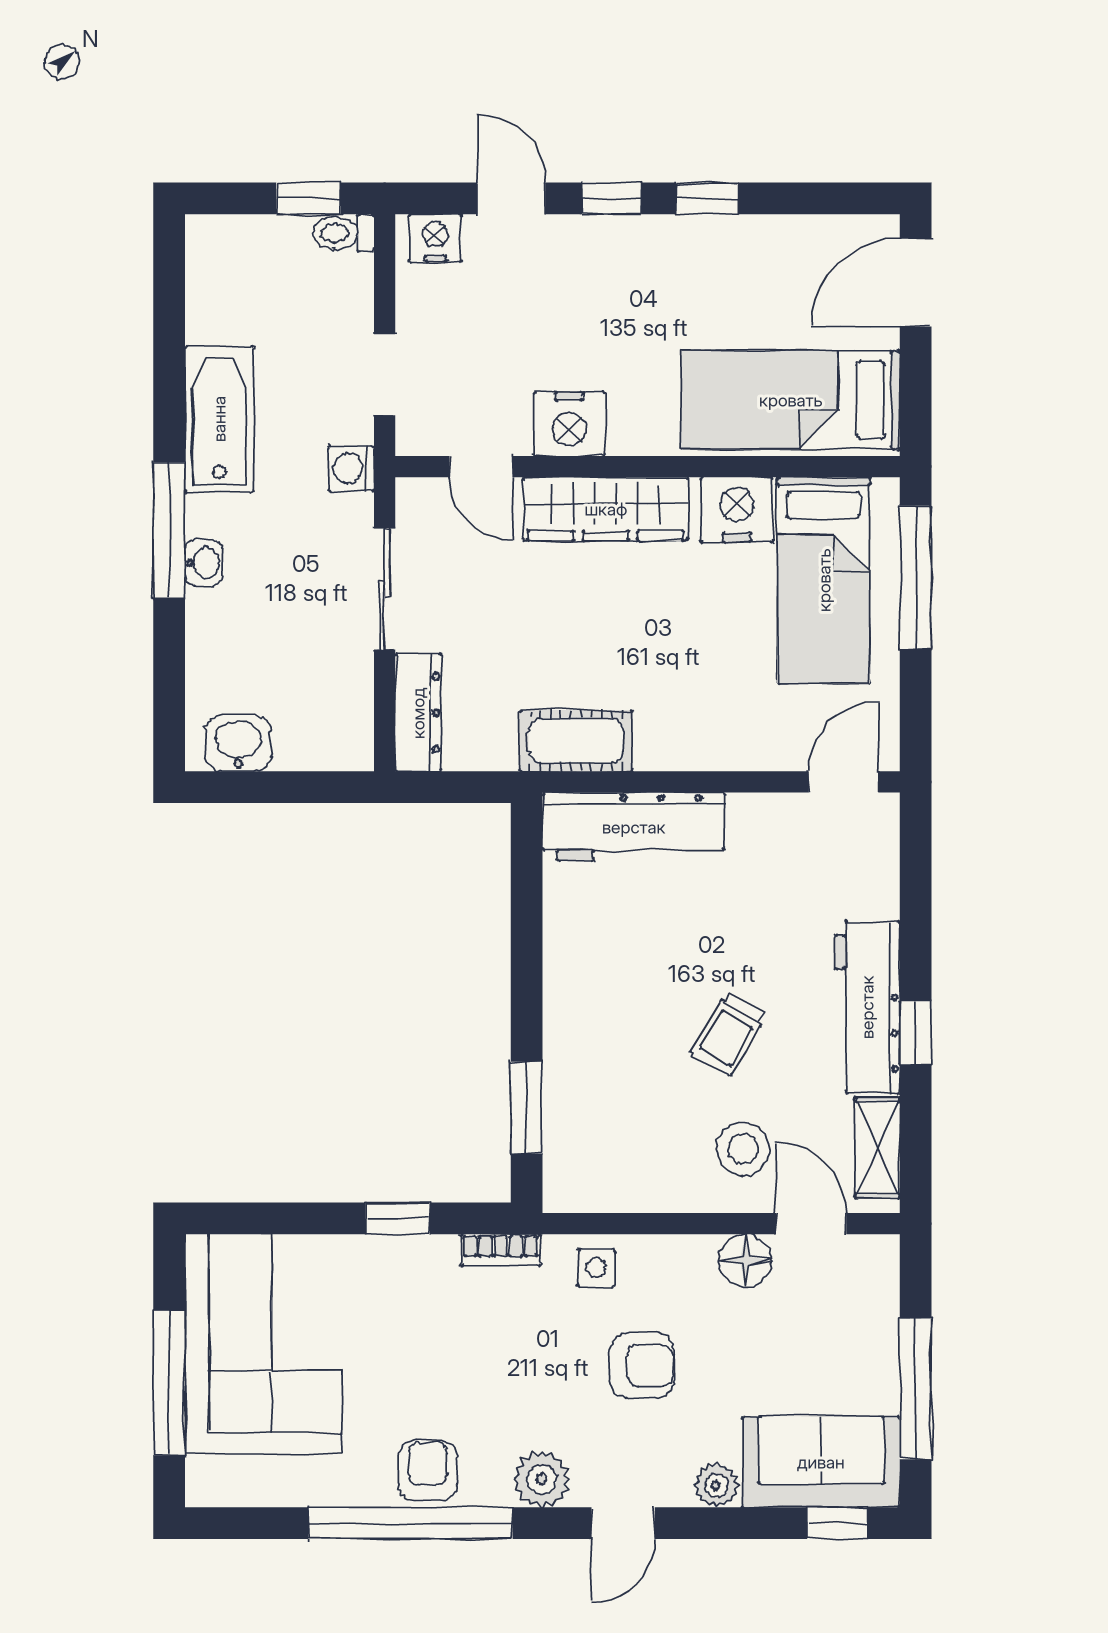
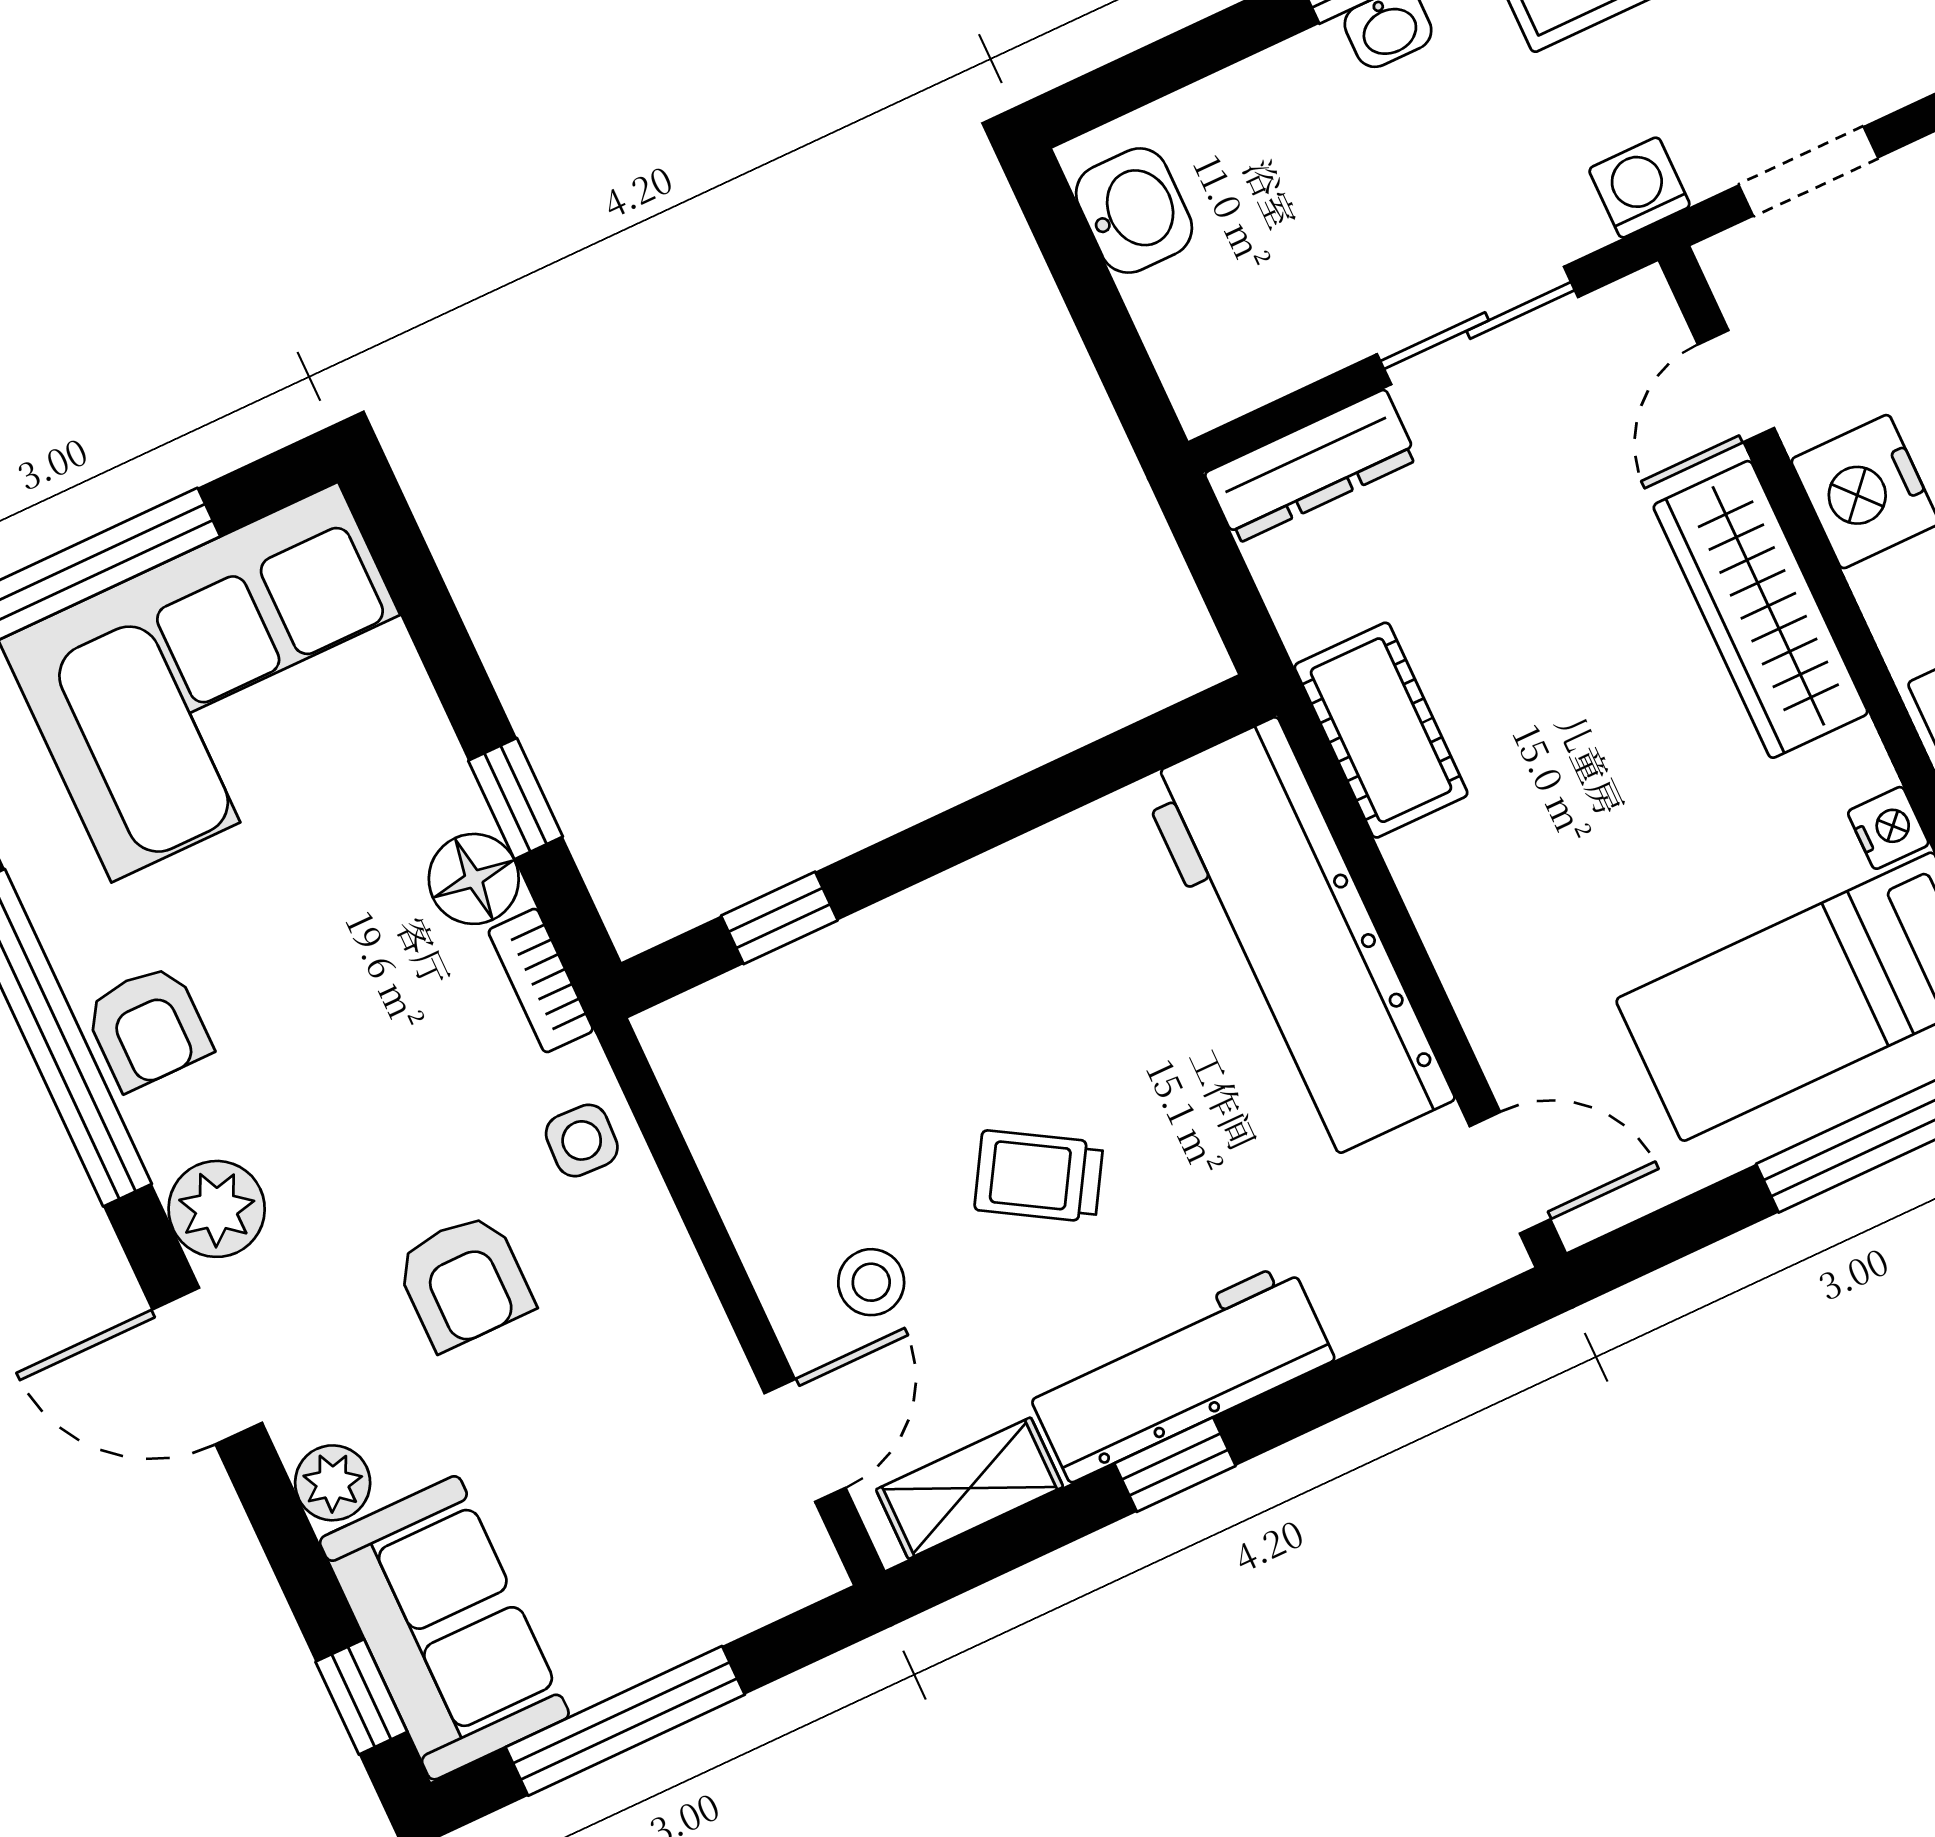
nightstand: (737, 509) -> (1888, 828), width x0.53, depth x0.56
workbench: (634, 827) -> (1297, 940), width x1.36, depth x1.32
window: (527, 1108) -> (779, 918), width x0.67
stool: (743, 1149) -> (871, 1282), width x0.73, depth x0.73
floor lamp: (745, 1260) -> (474, 879), moved
armchair: (428, 1471) -> (148, 1027), turned 90
door: (623, 1523) -> (207, 1366), width x1.38

